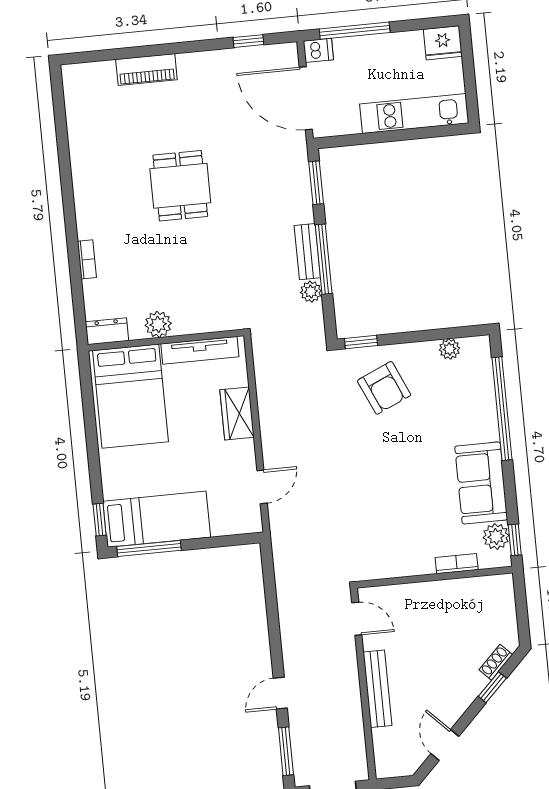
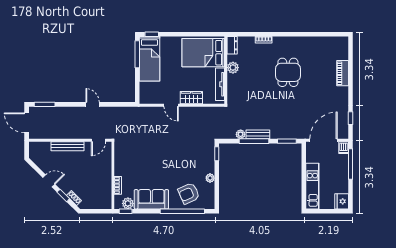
dining table: (180, 186) -> (288, 72), moved, turned 90
plant: (449, 349) -> (210, 178), moved
armchair: (384, 388) -> (189, 193), moved
door: (262, 487) -> (171, 105), moved
door: (280, 693) -> (93, 104), moved
door: (445, 745) -> (49, 181), moved

